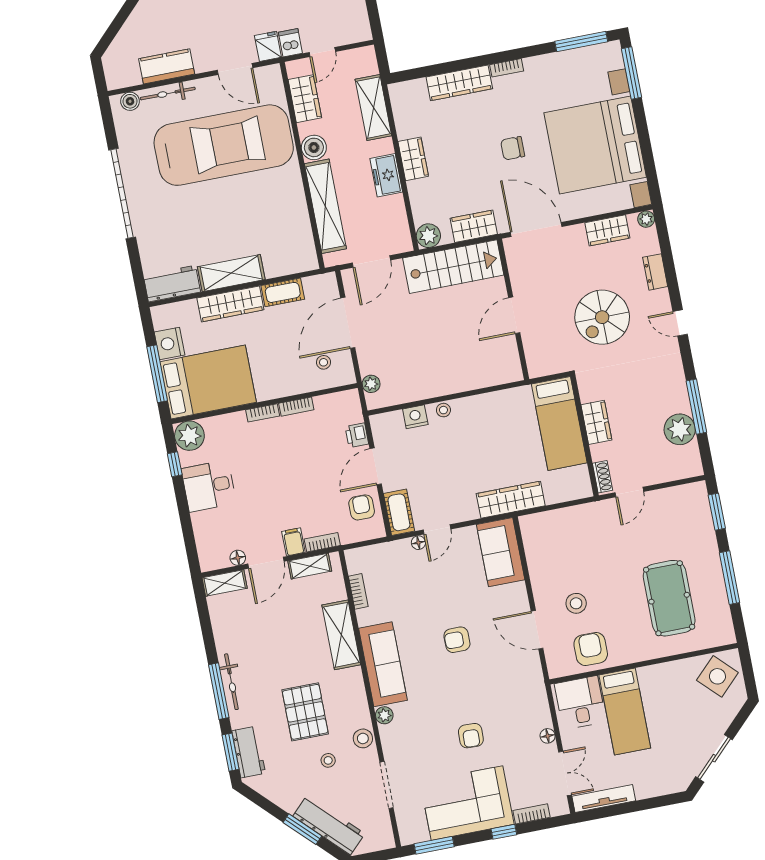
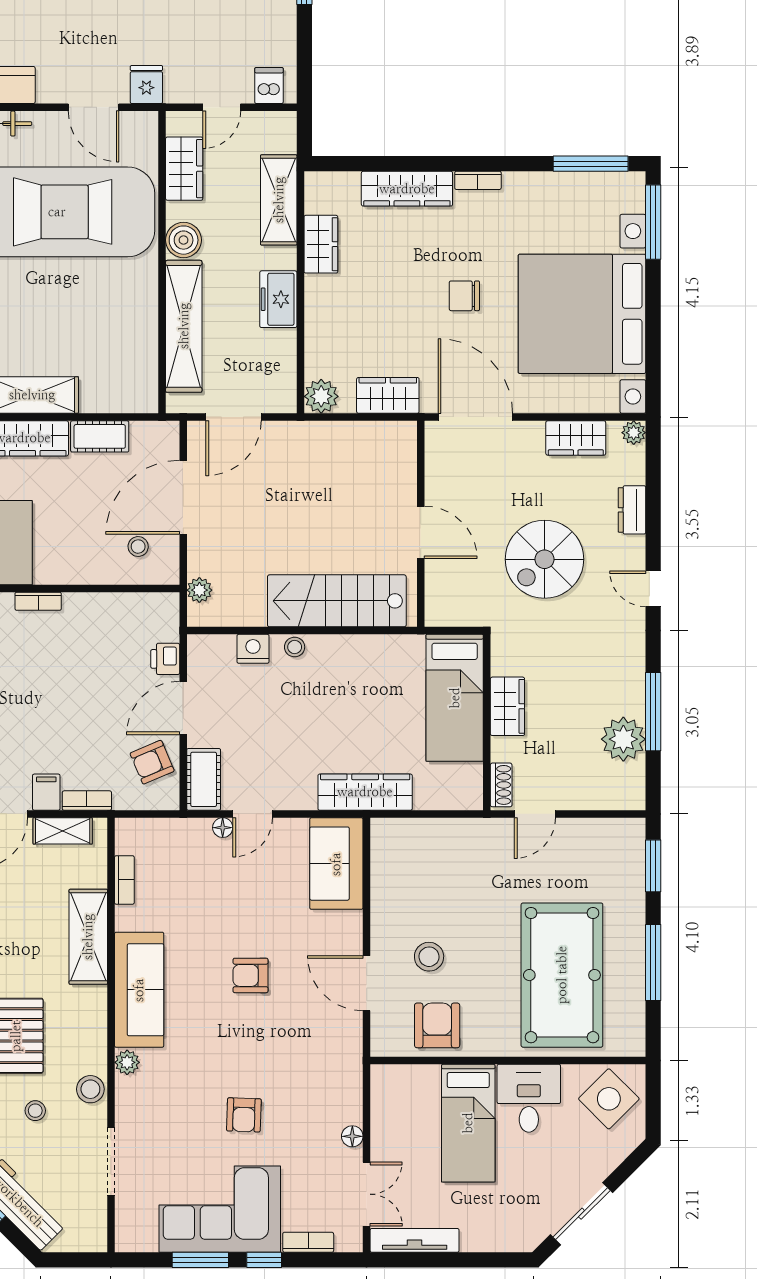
dishwasher: (290, 43) -> (269, 86), moved
wardrobe: (413, 159) -> (321, 244), moved
stairs: (453, 267) -> (337, 601), moved, turned 180
door: (514, 315) -> (421, 532), swing flipped
bookcase: (296, 407) -> (88, 602), removed
armchair: (362, 507) -> (152, 762), turned -113
pool table: (669, 598) -> (562, 975), width x1.36, depth x1.32
desk: (580, 703) -> (529, 1098), moved
window: (434, 845) -> (200, 1260), moved

